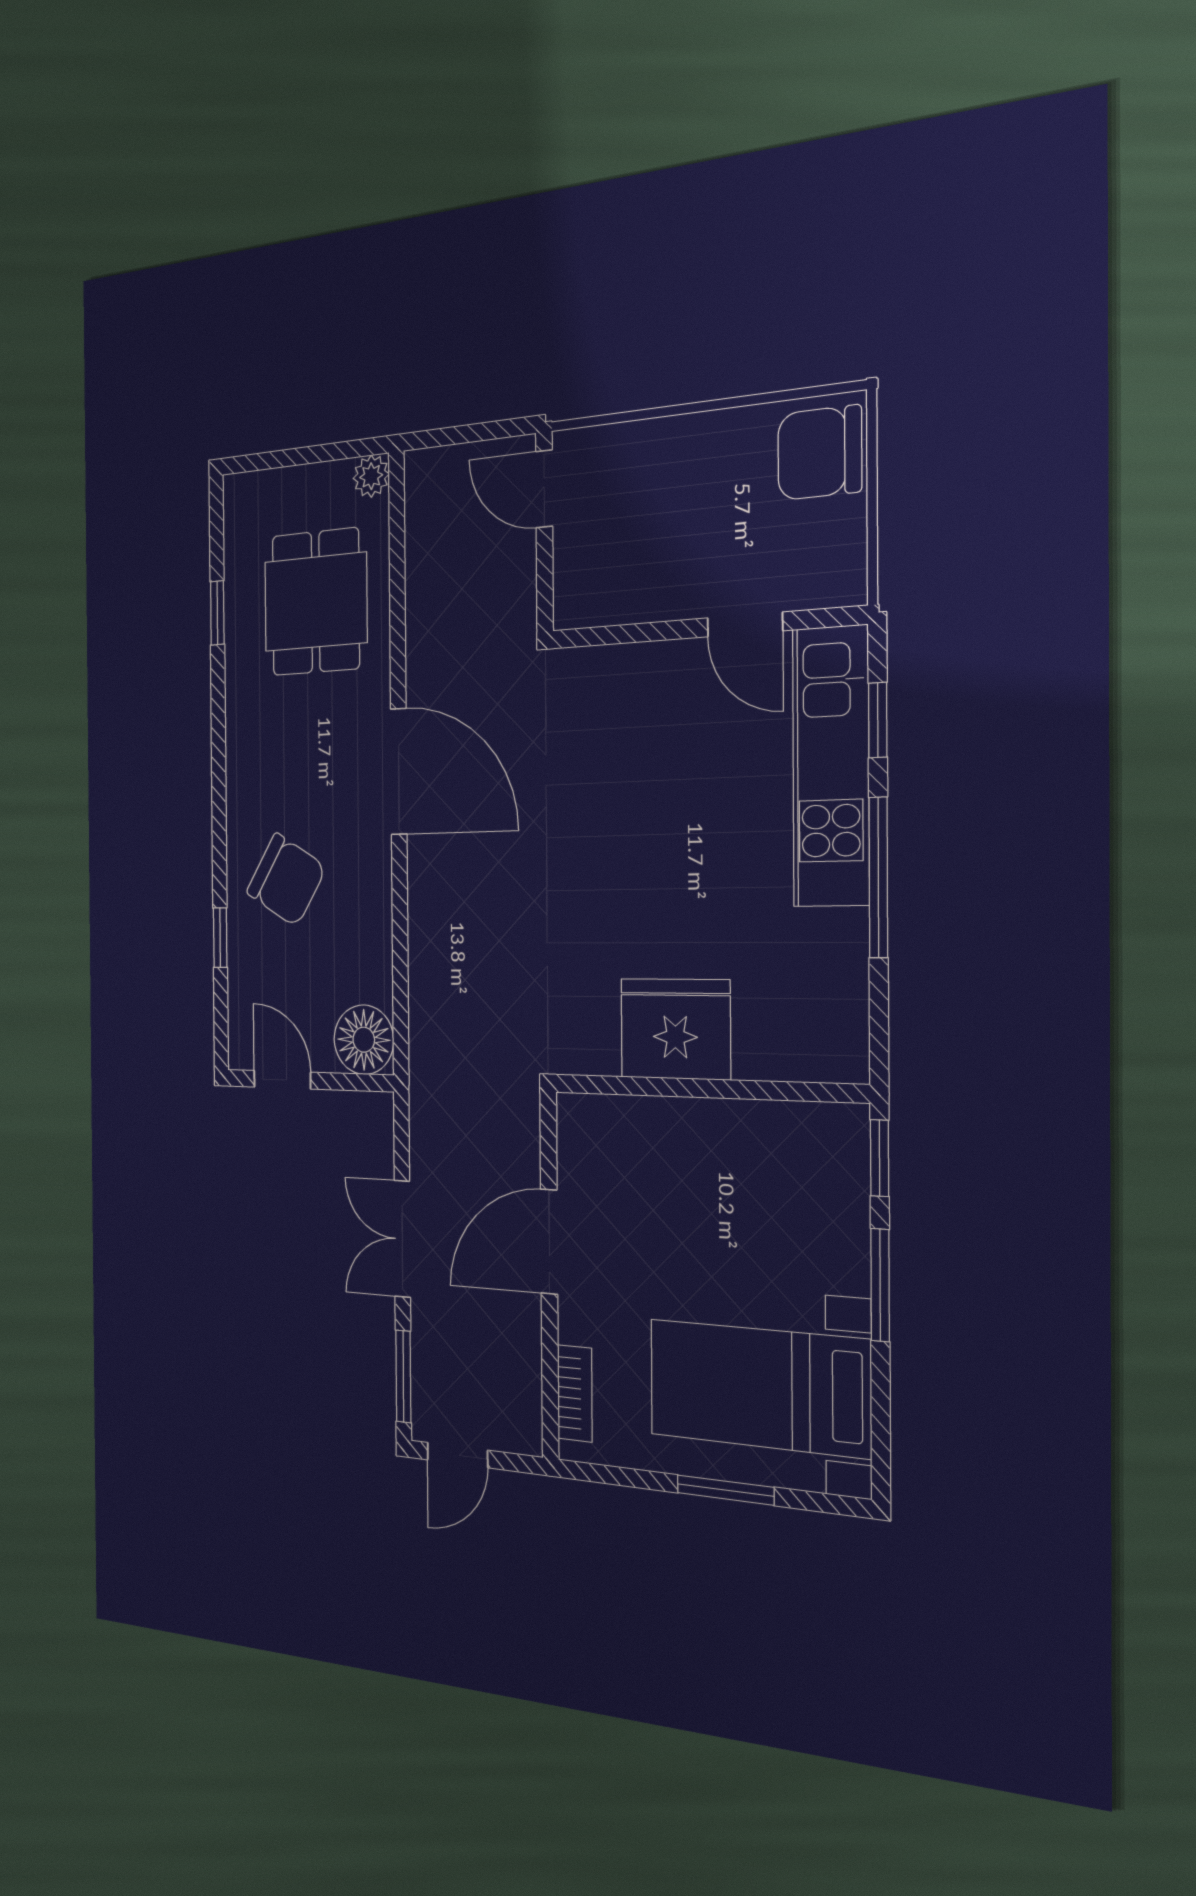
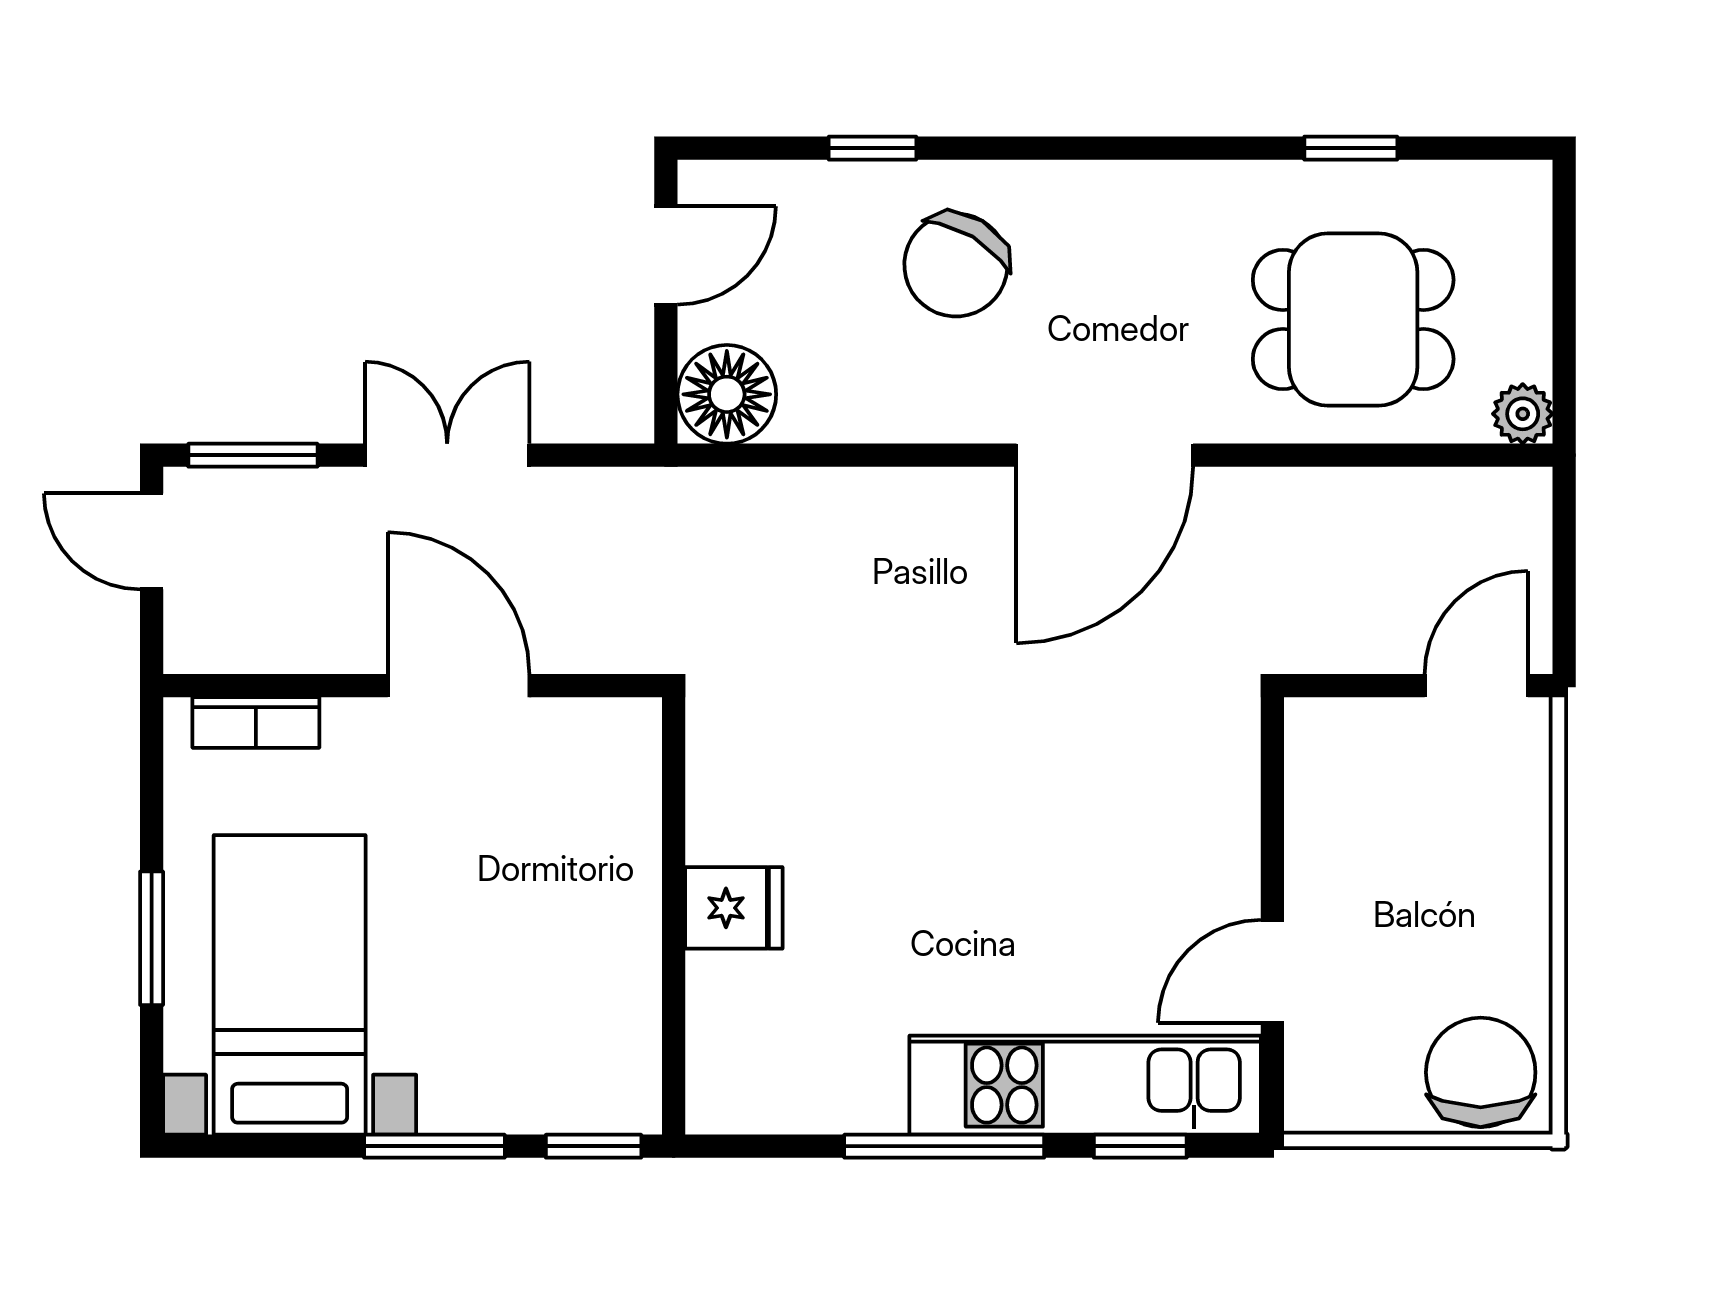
fridge: (675, 1029) -> (734, 908), width x0.53, depth x0.75

